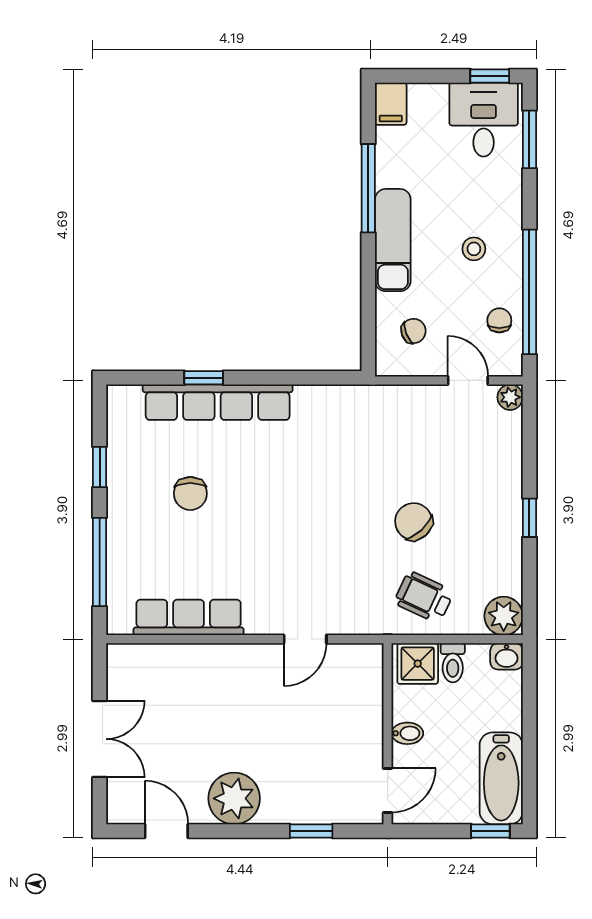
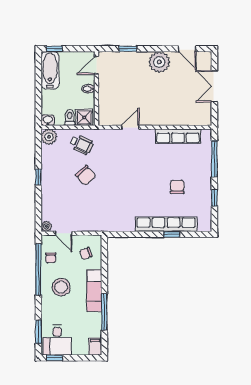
stool: (474, 249) -> (61, 287), width x1.89, depth x1.89

